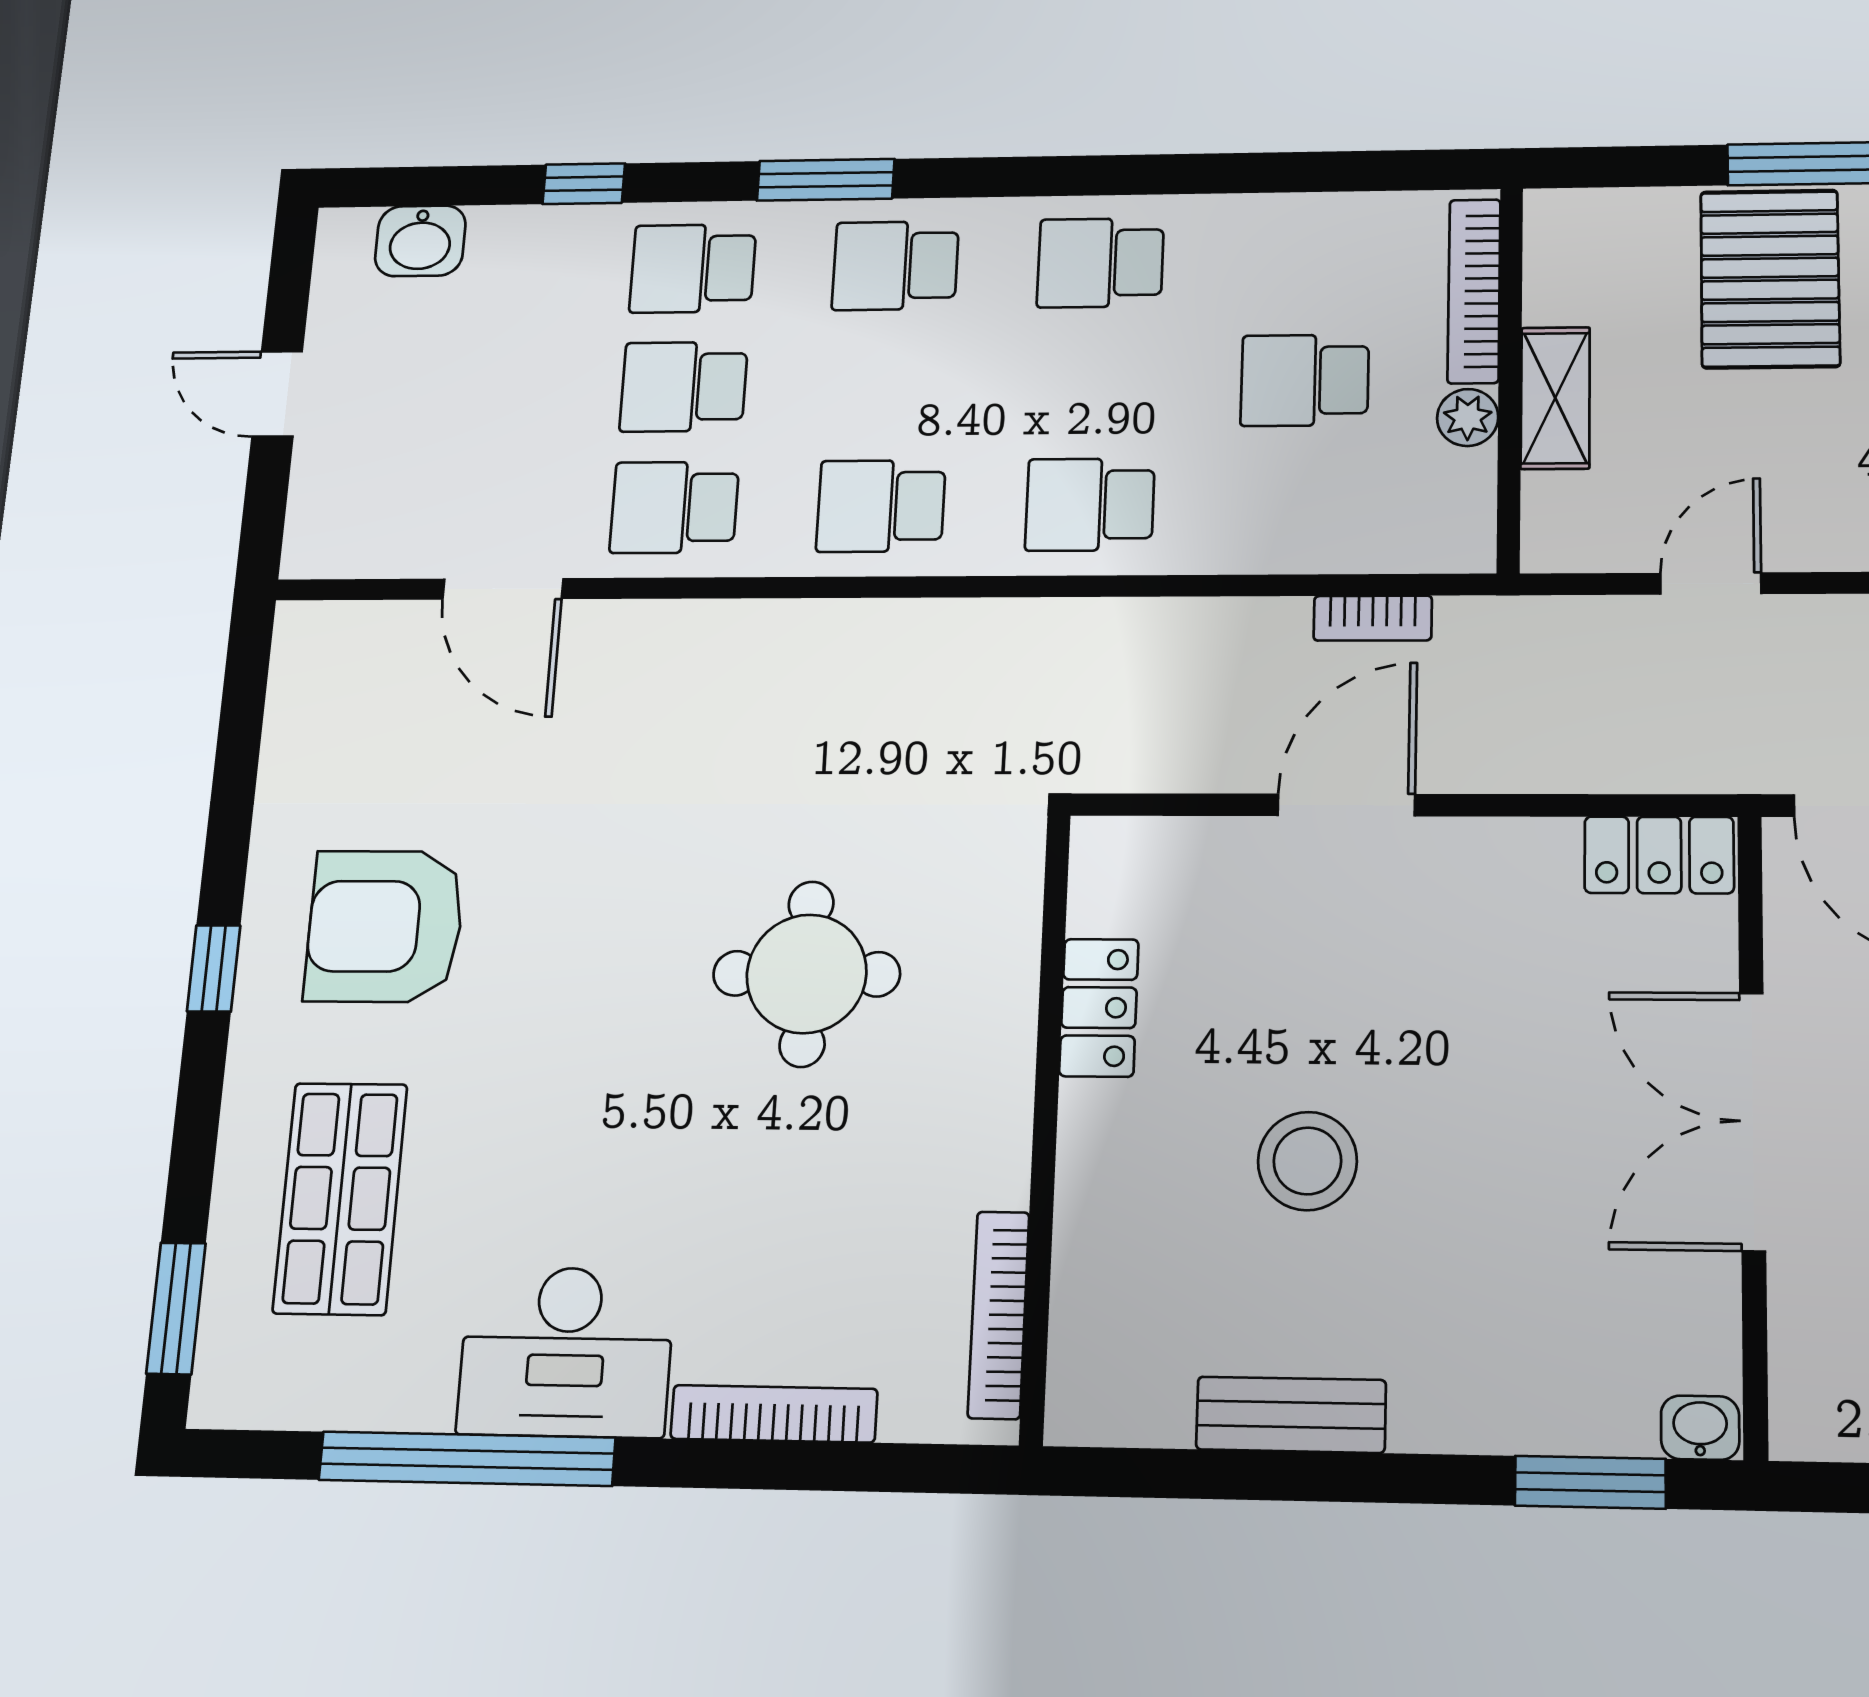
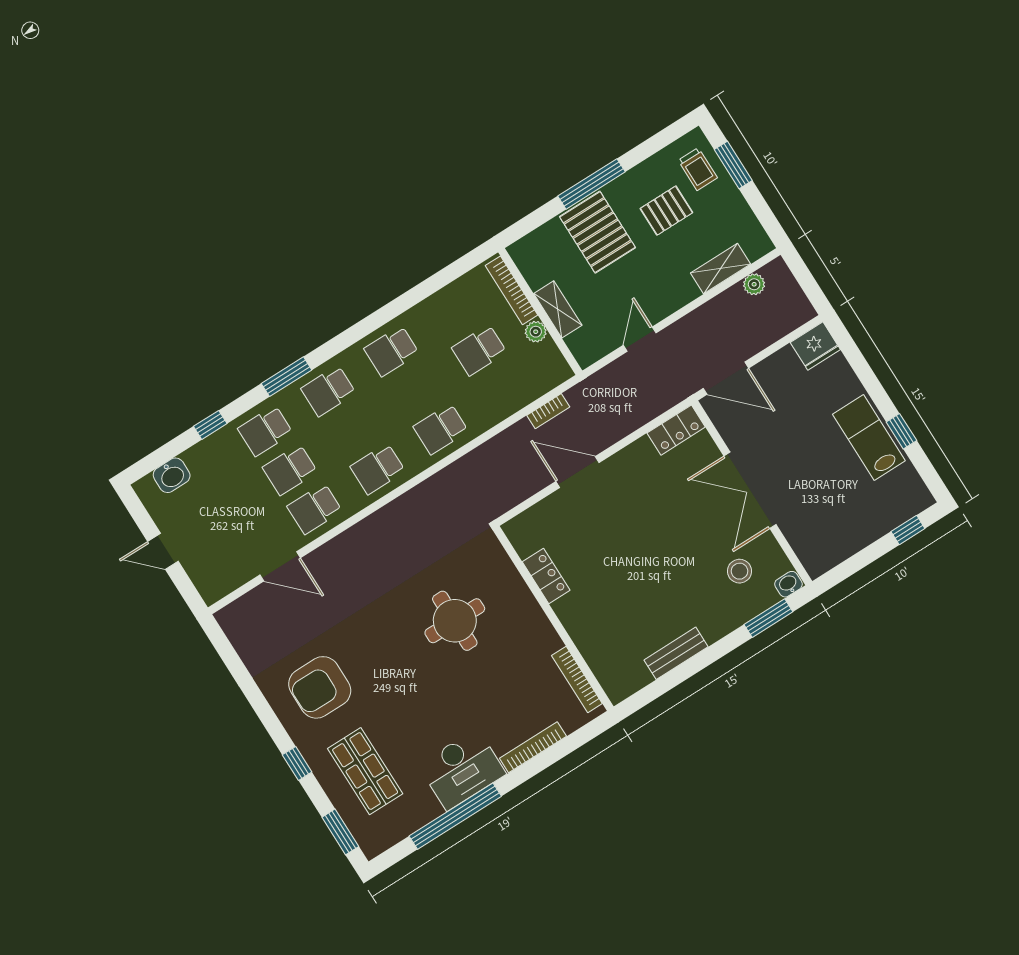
door: (1346, 805) -> (578, 472), hinge flipped
window: (214, 968) -> (297, 763), moved
stool: (1307, 1161) -> (739, 571), moved, width x0.73, depth x0.73

